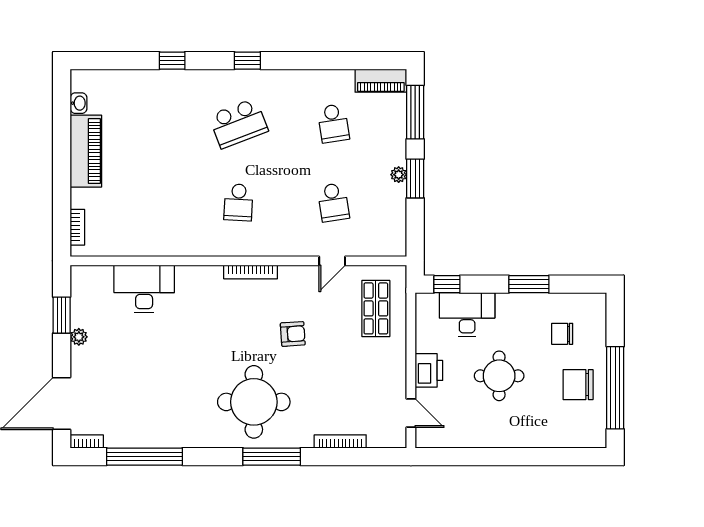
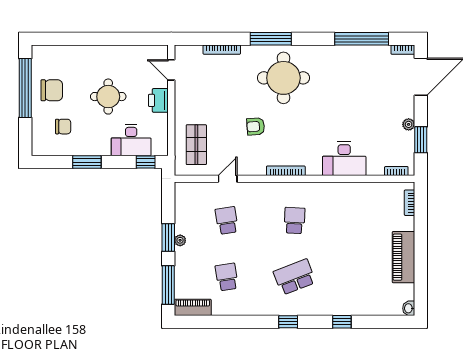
washbasin: (79, 103) -> (409, 308), moved
bookcase: (96, 272) -> (396, 171), added
desk: (144, 289) -> (344, 159), moved

